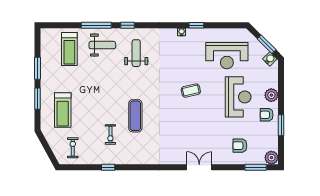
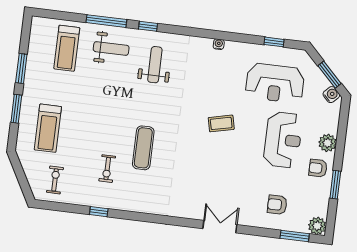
window: (196, 25) -> (274, 42), moved

